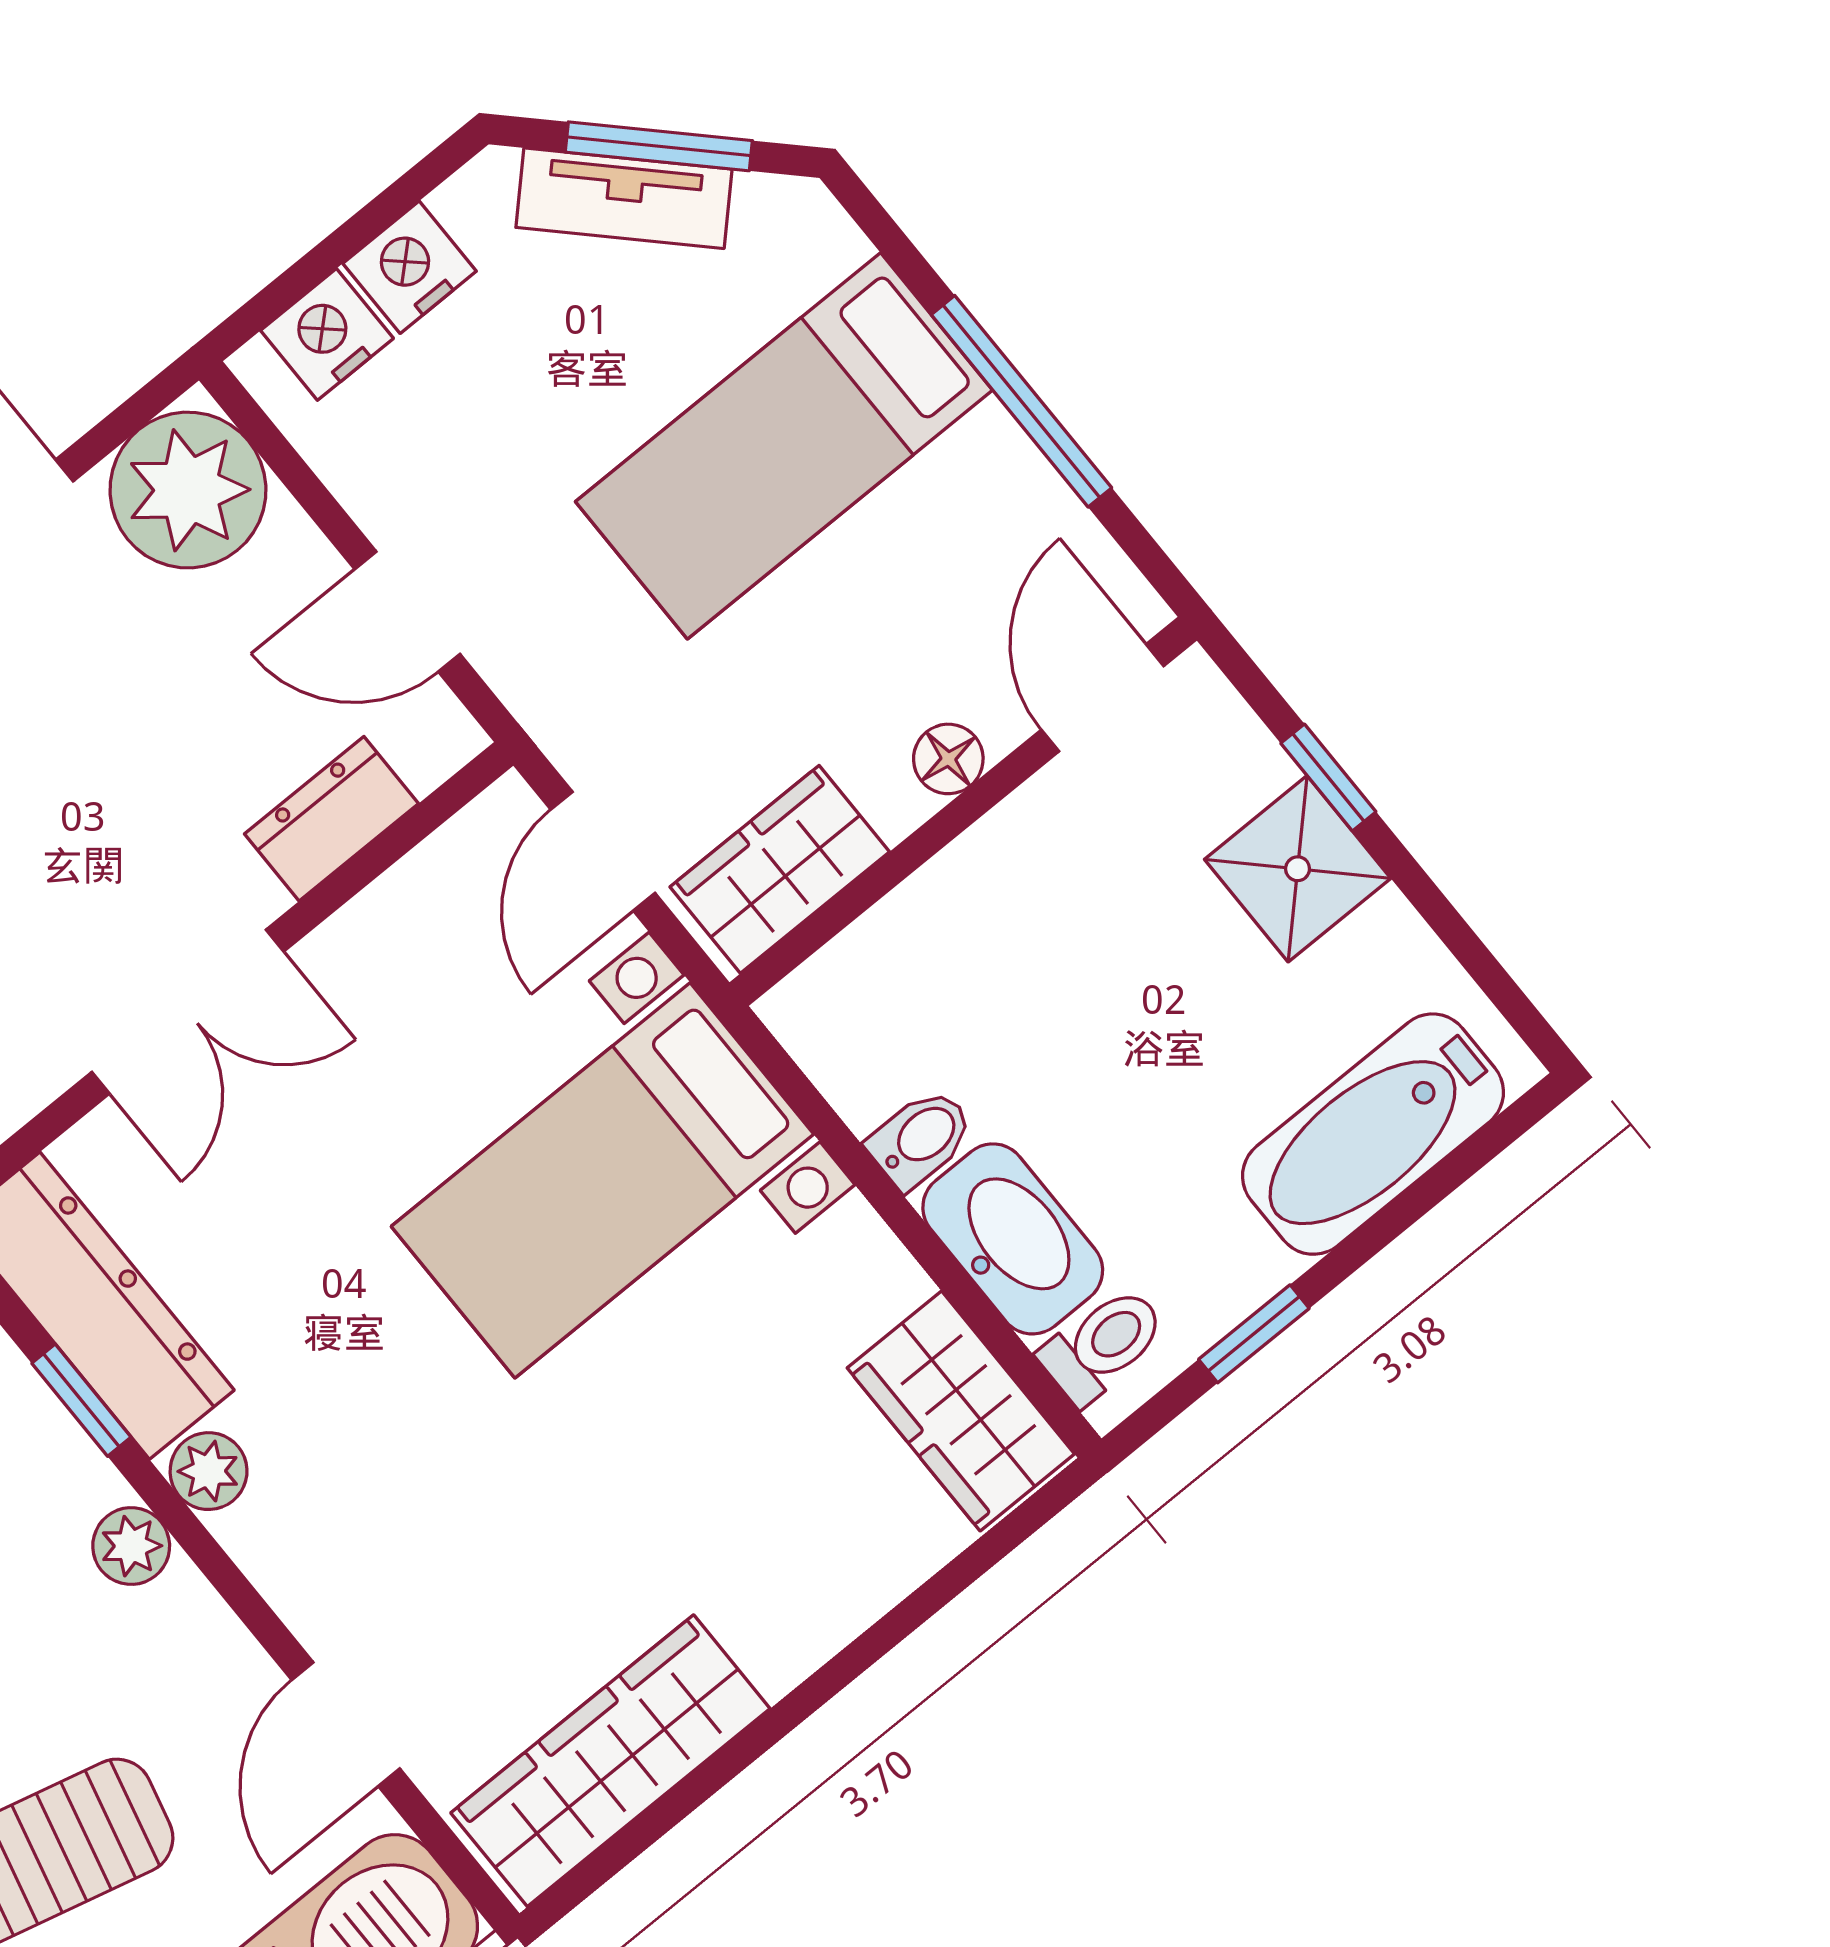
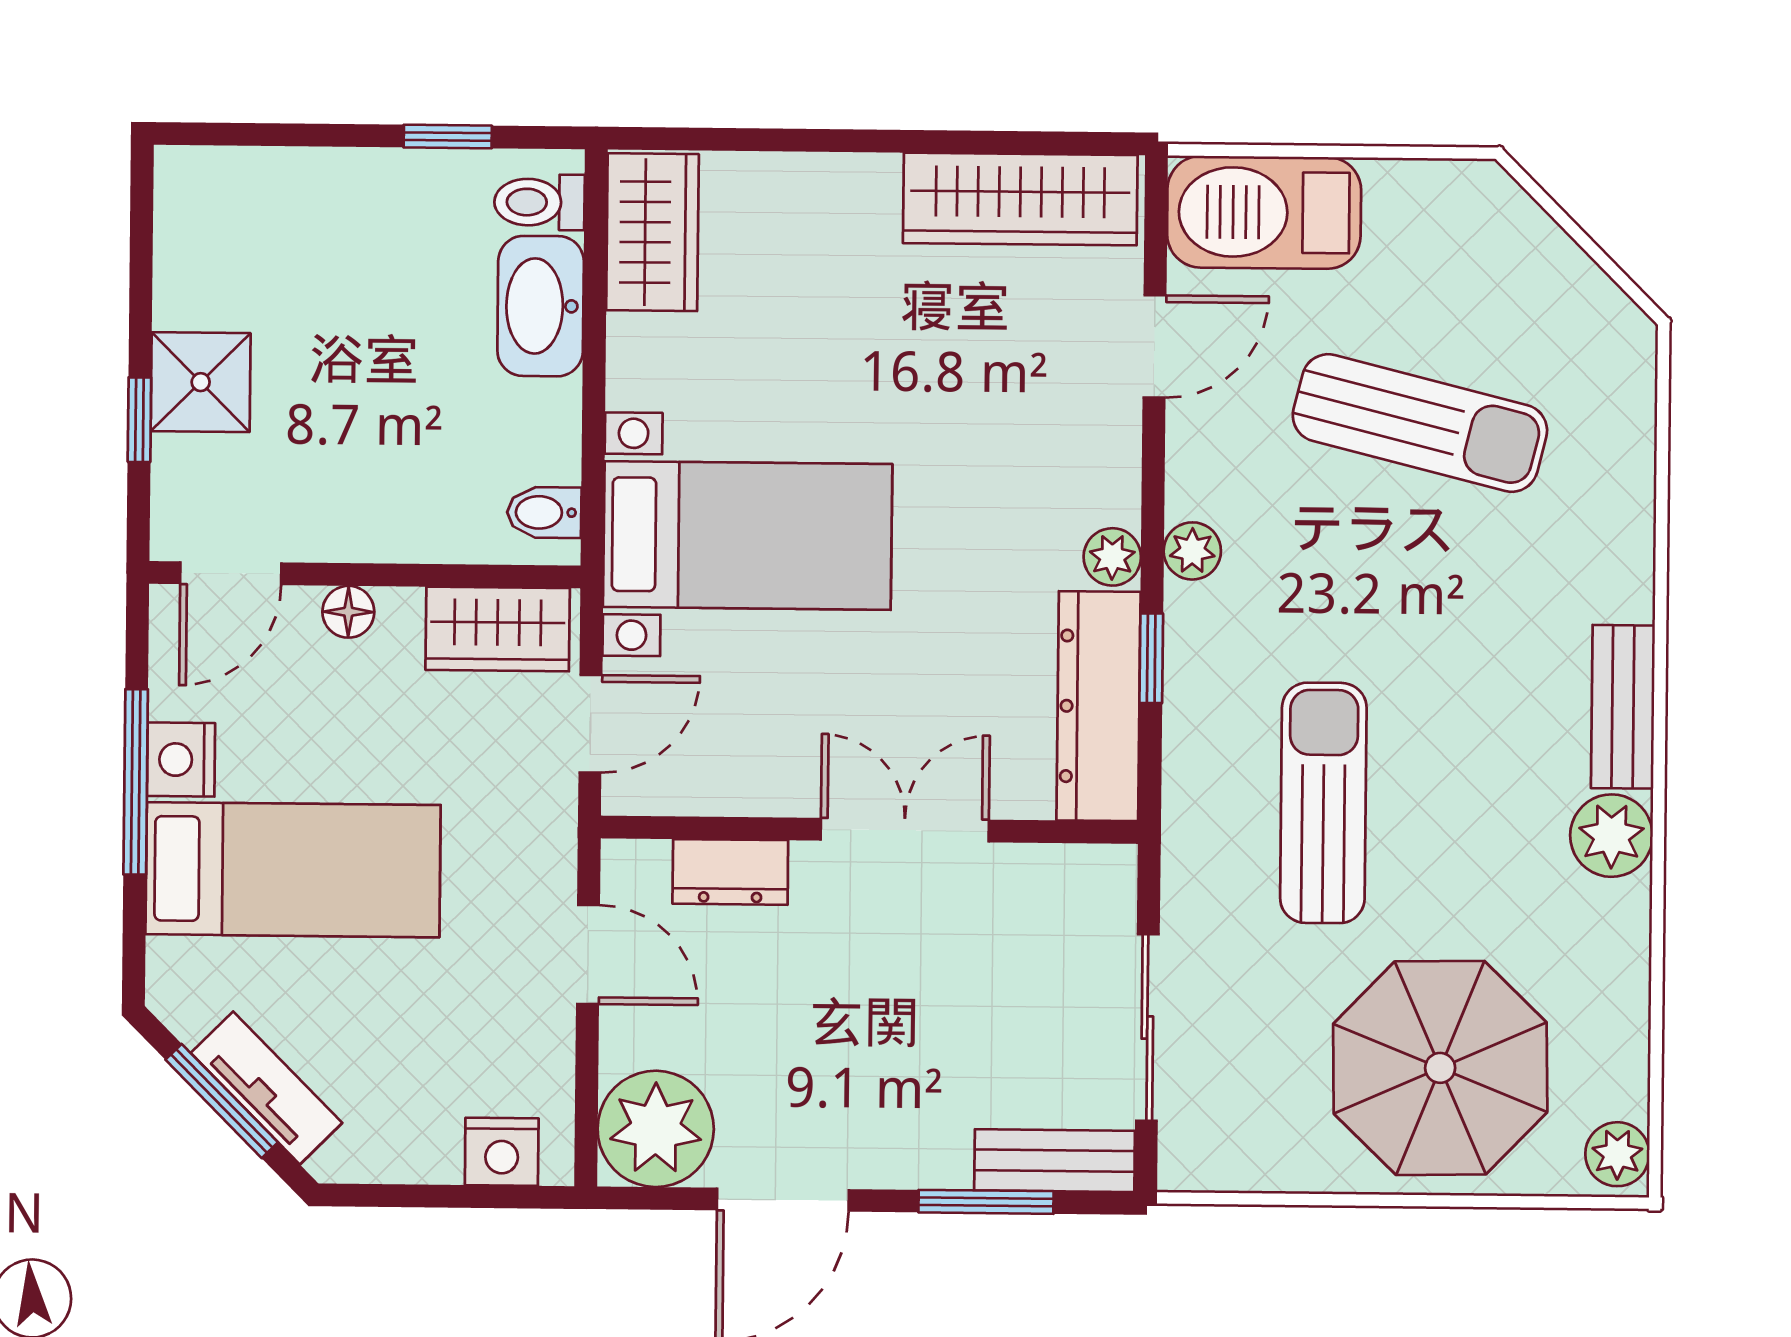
nightstand: (410, 267) -> (181, 760), moved, turned 90
bathtub: (1373, 1134) -> (284, 194), removed
bidet: (921, 1138) -> (544, 512), moved

